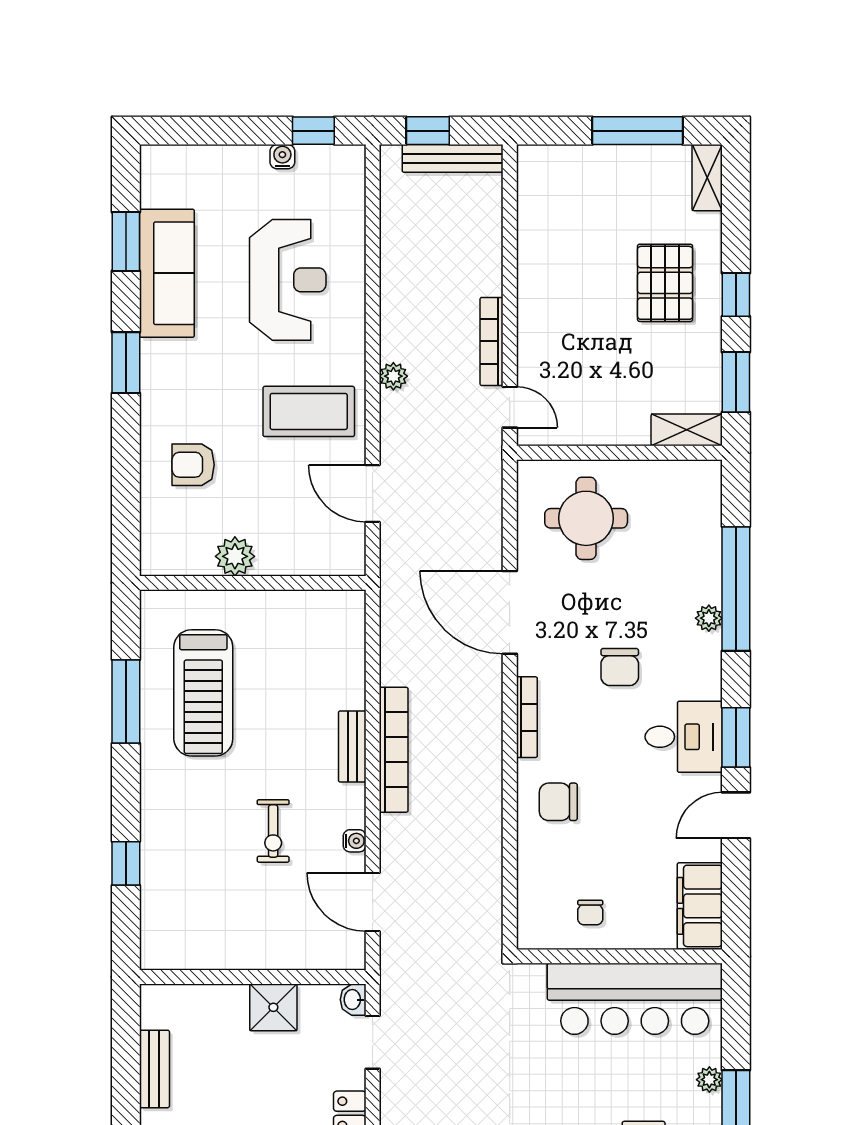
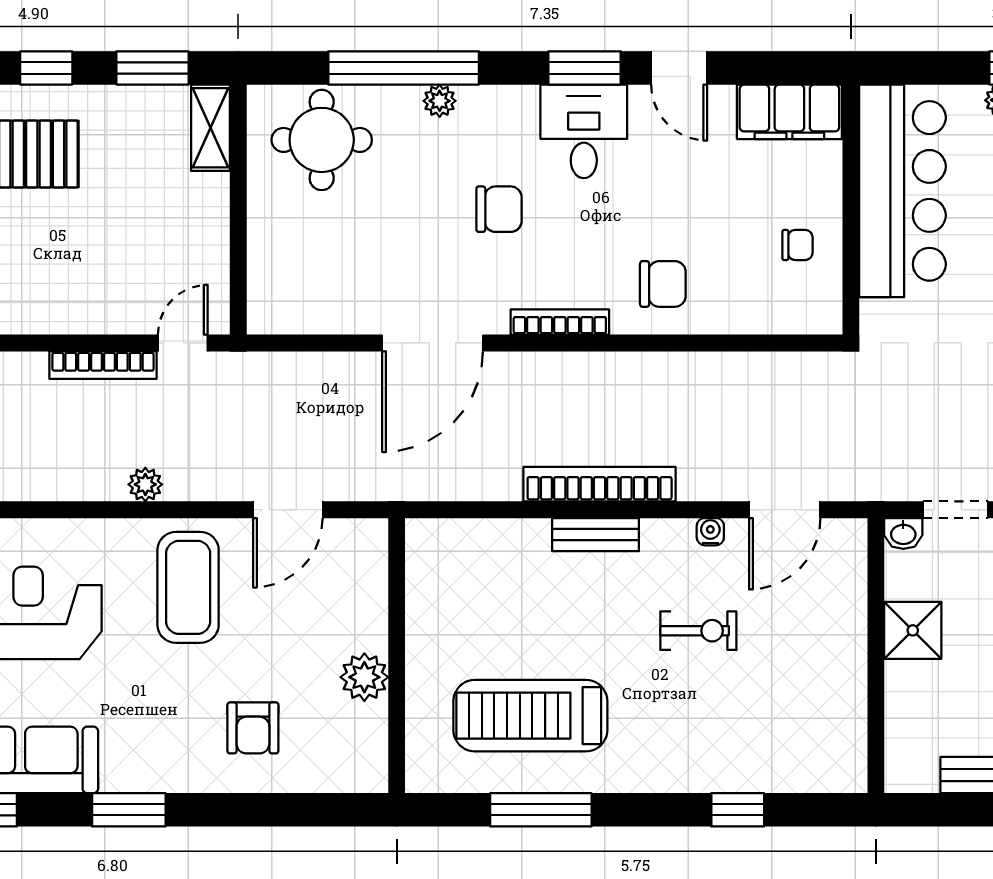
round table: (586, 518) -> (322, 140), moved
treadmill: (203, 693) -> (530, 716), turned 180
chair: (558, 802) -> (663, 284), turned -90

